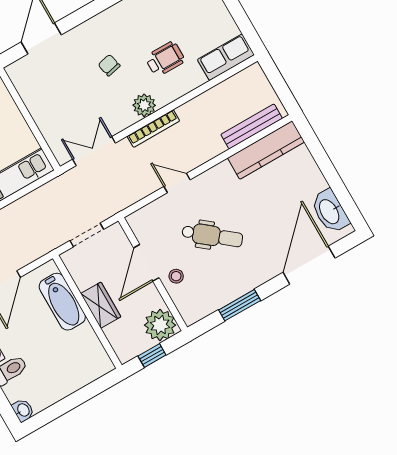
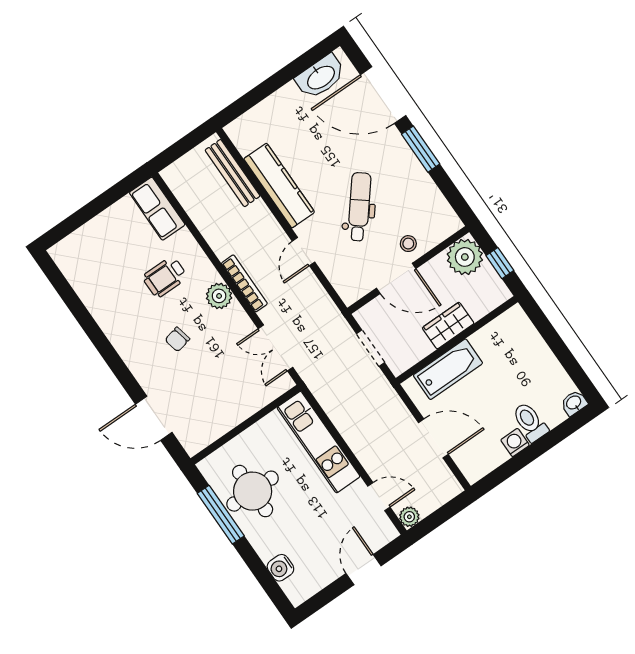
wheelchair: (165, 59) -> (165, 277), turned -90
kitchen counter: (266, 150) -> (279, 186), moved
window: (240, 305) -> (421, 149), moved

